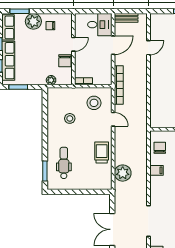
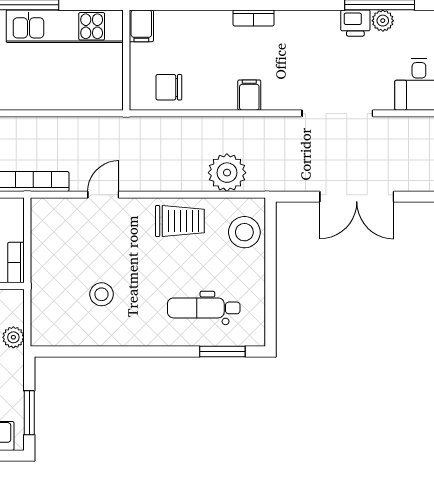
stool: (94, 103) -> (244, 232), moved
trolley: (102, 153) -> (180, 221), turned 180
filing cabinet: (156, 170) -> (249, 95), moved

